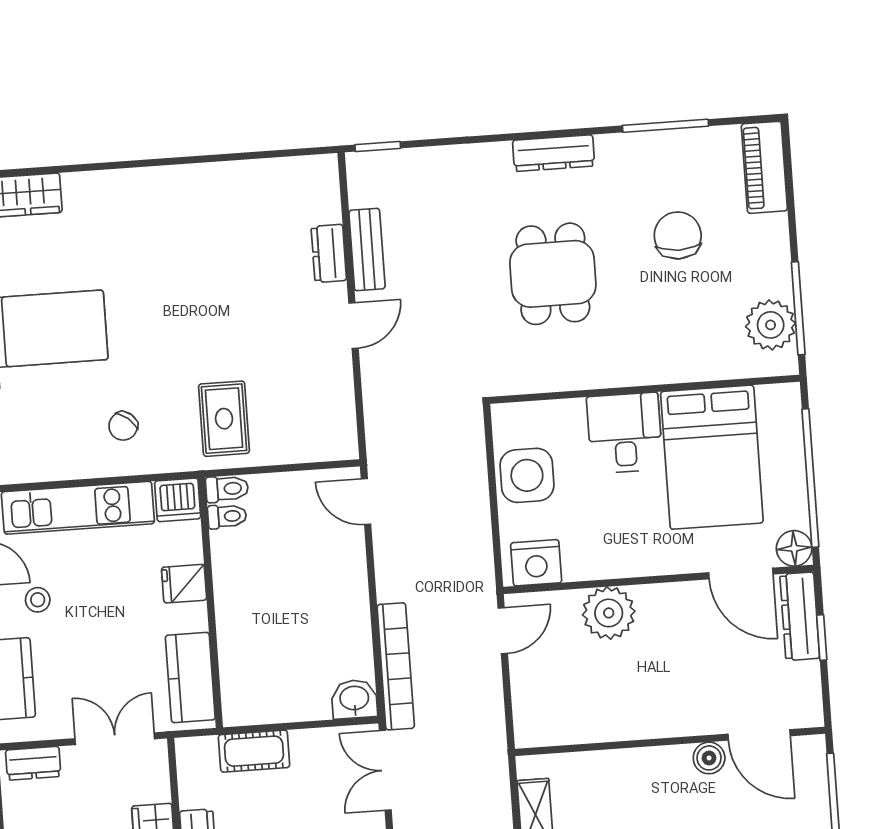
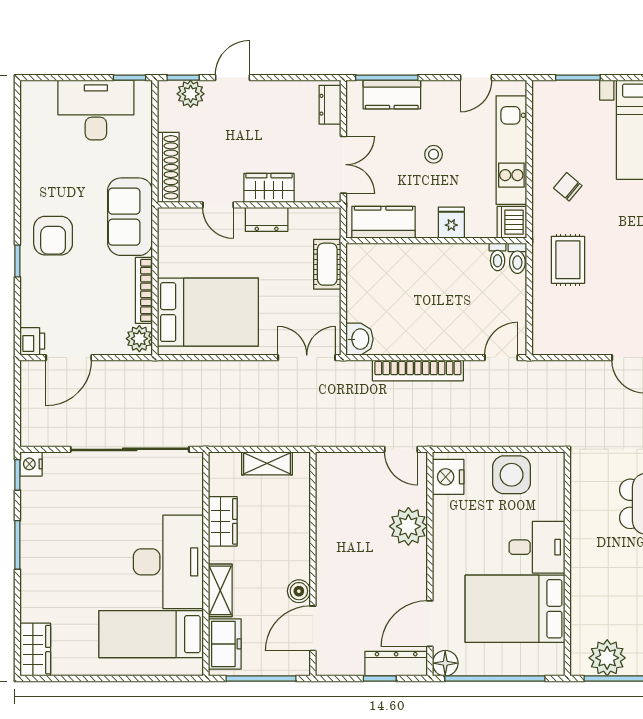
rug: (224, 419) -> (568, 260), turned 90
stool: (38, 600) -> (434, 154), moved
bookcase: (396, 666) -> (418, 371), moved

